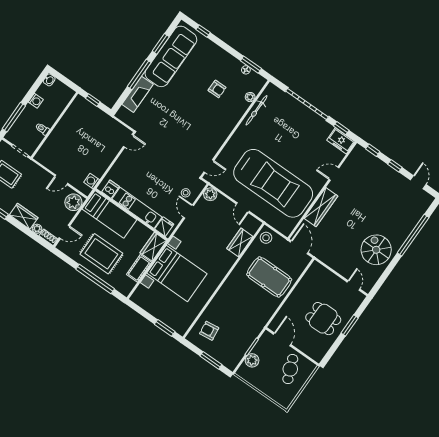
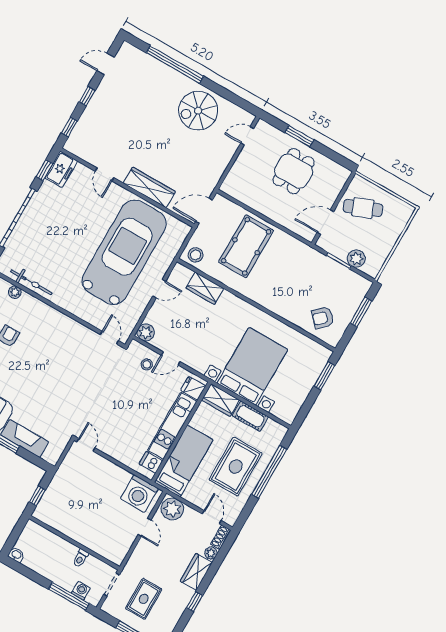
washing machine: (36, 101) -> (81, 591), moved
washing machine: (92, 181) -> (139, 494), width x1.89, depth x1.89
armchair: (209, 331) -> (323, 318), turned 54

